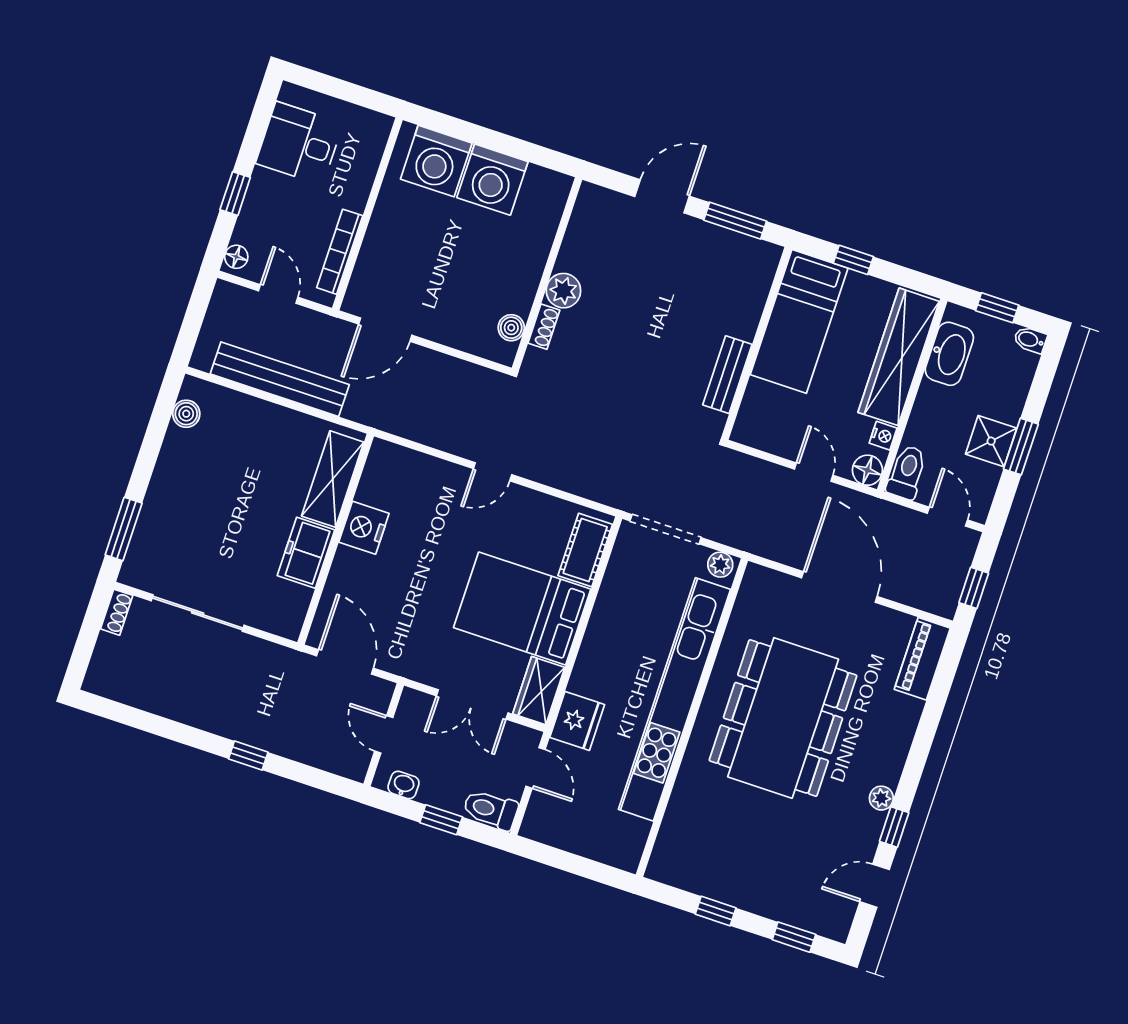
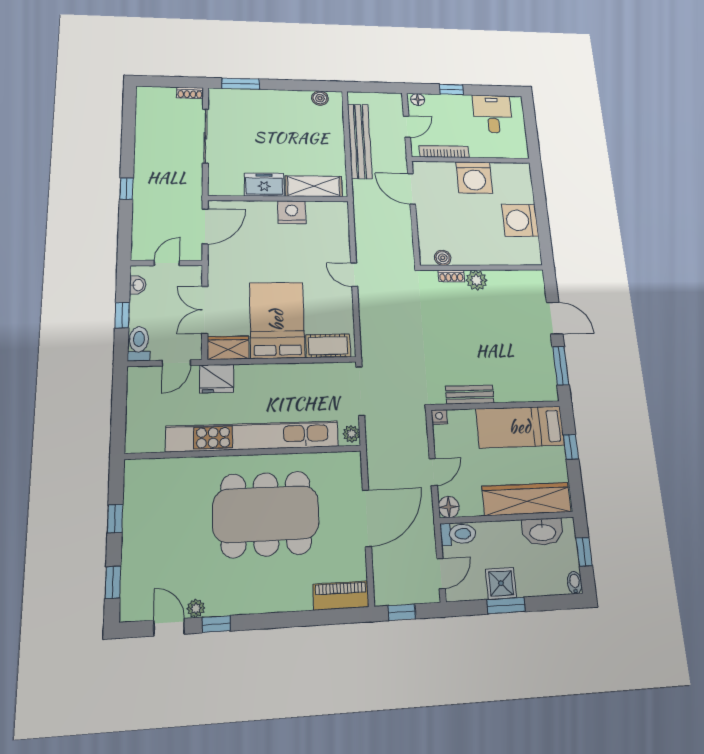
washing machine: (436, 161) -> (474, 178), moved, turned -90
nightstand: (883, 436) -> (439, 417), moved, turned 180
plant: (881, 798) -> (196, 608), moved

